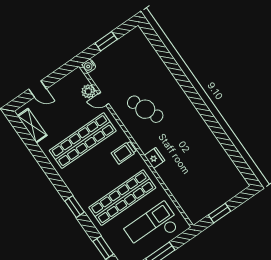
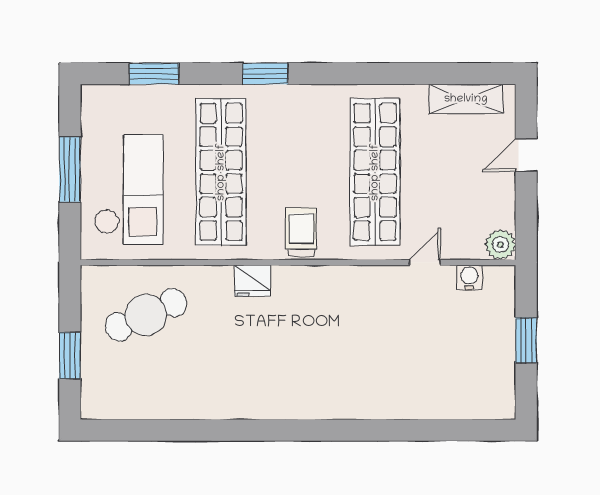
water cooler: (89, 66) -> (469, 278), moved
plant: (88, 91) -> (500, 245), moved
cafe table: (145, 109) -> (146, 315), moved
window: (219, 213) -> (70, 356), moved

